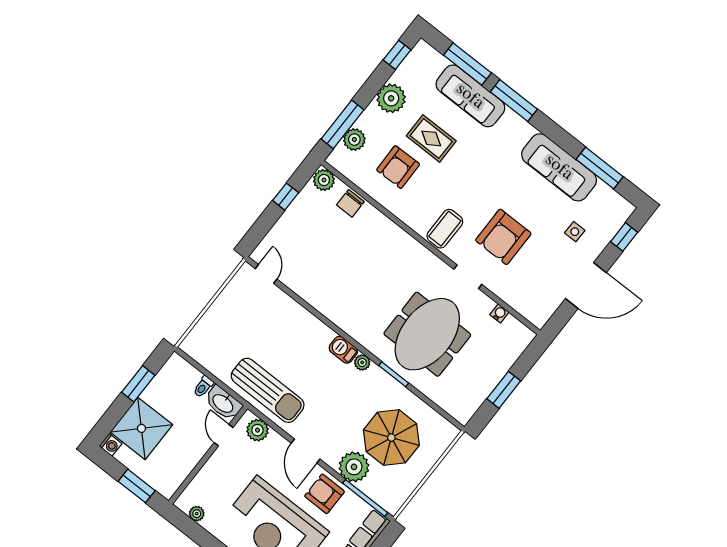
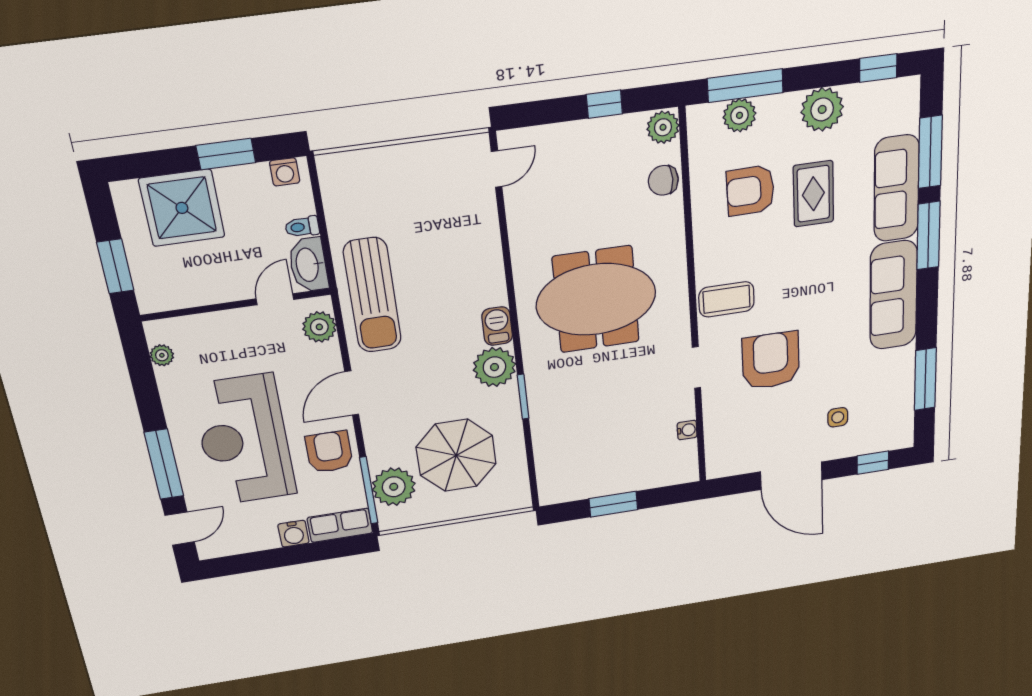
sofa: (559, 167) -> (893, 295), moved
armchair: (503, 237) -> (771, 361), turned 90
meeting table: (427, 334) -> (596, 299), moved
plant: (362, 362) -> (494, 367), width x1.87, depth x1.87
washing machine: (110, 445) -> (285, 172), moved
plant: (354, 467) -> (394, 487), moved

